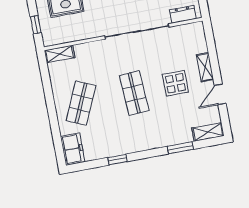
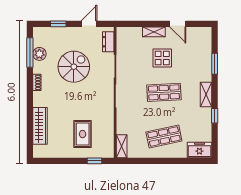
shop shelf: (81, 103) -> (164, 136), turned -36
shelving: (208, 132) -> (206, 95), moved

